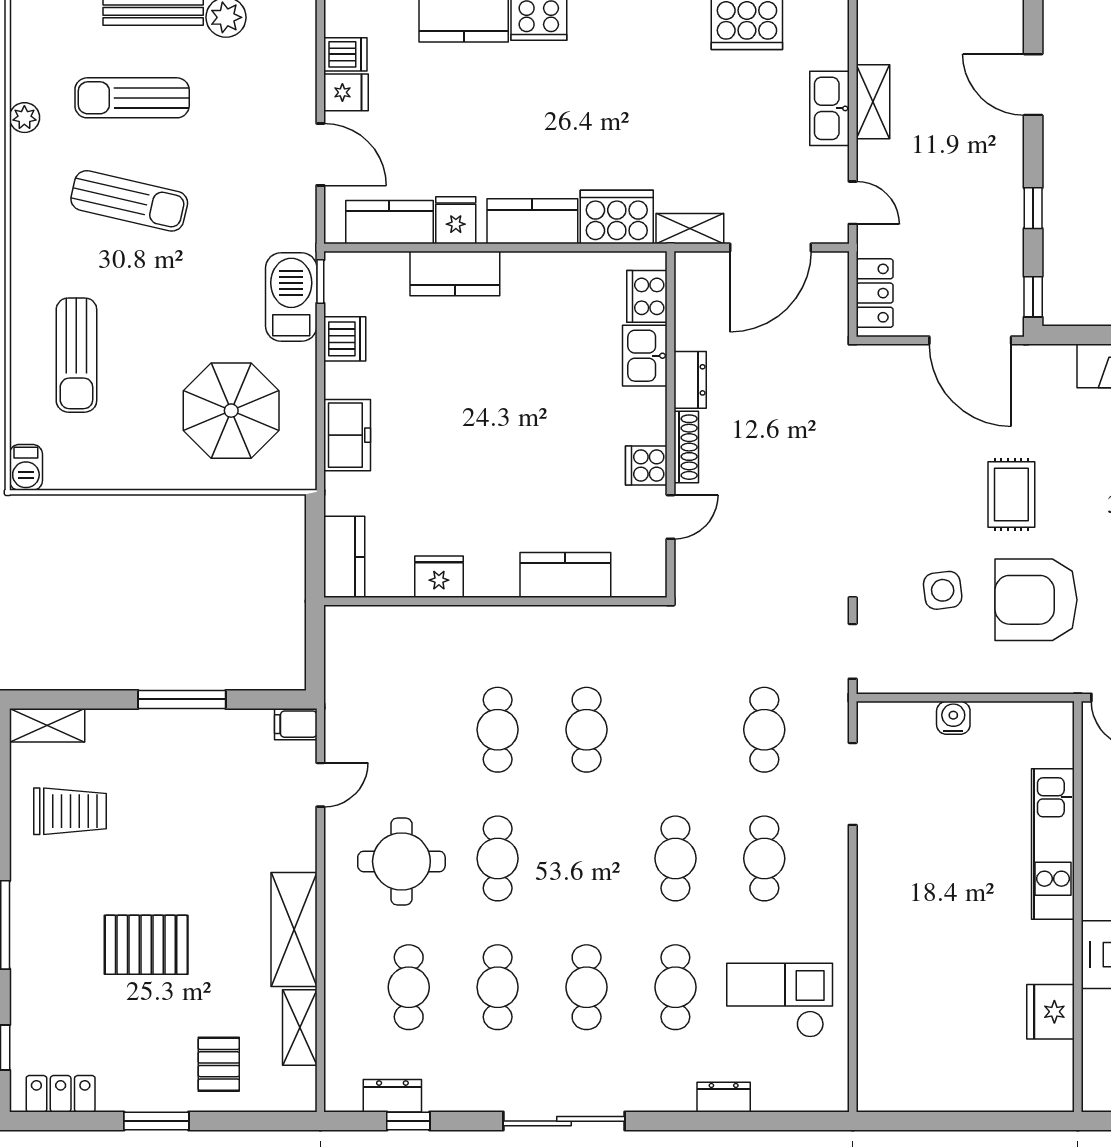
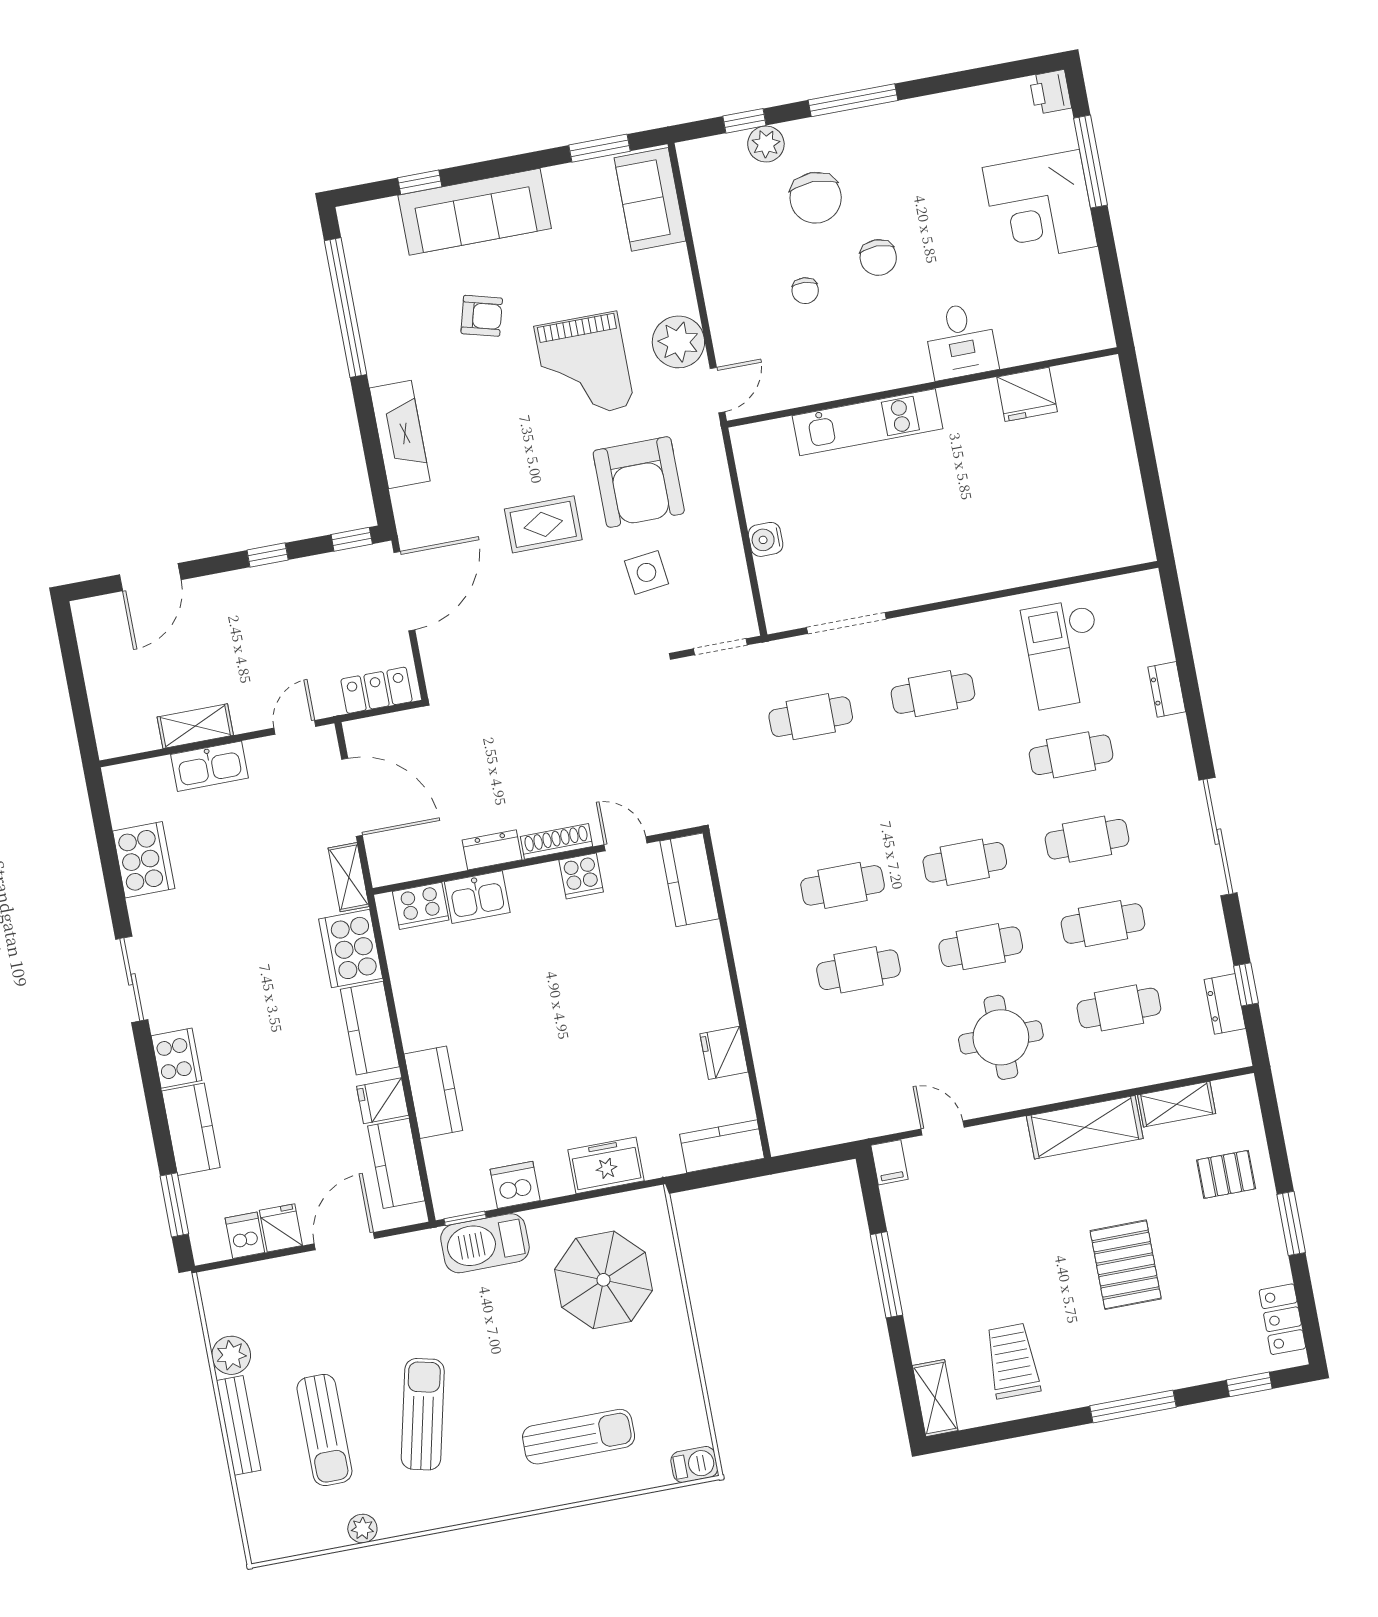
kitchen counter: (565, 575) -> (689, 880), moved
cafe table: (675, 858) -> (965, 862), moved

